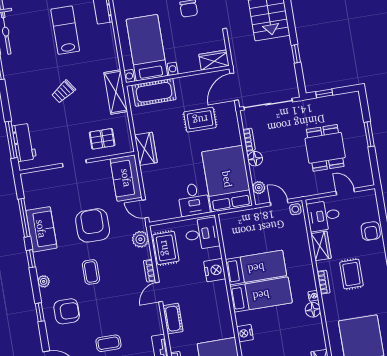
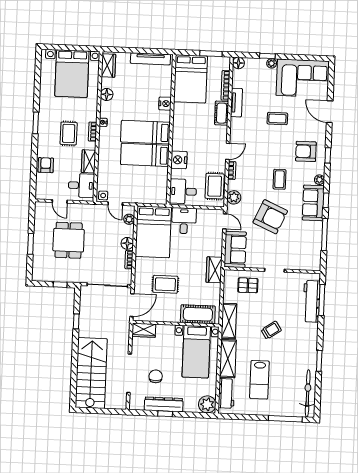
shelving: (108, 47) -> (228, 359), added
workbench: (24, 142) -> (311, 301), width x1.37
armchair: (93, 225) -> (270, 217), turned -66
sofa: (41, 229) -> (313, 203), moved
floor lamp: (313, 310) -> (107, 94), moved
cot: (173, 319) -> (222, 113), moved

